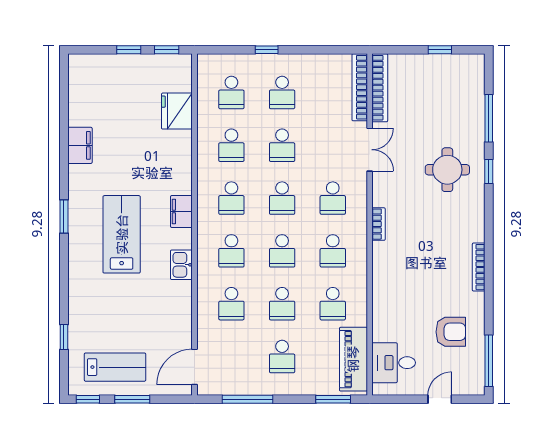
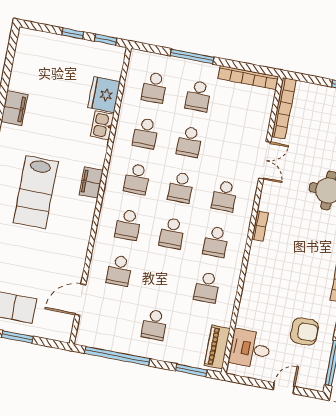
window: (267, 50) -> (192, 56), width x2.17
bookcase: (360, 87) -> (248, 78), moved, turned -90
lab bench: (122, 234) -> (36, 192), turned 180
kitchen sink: (181, 265) -> (102, 125), moved
school desk: (282, 304) -> (163, 279), removed
piano: (353, 359) -> (217, 347), width x0.73, depth x0.75
door: (194, 367) -> (80, 300), moved
window: (247, 399) -> (117, 356), width x1.46

